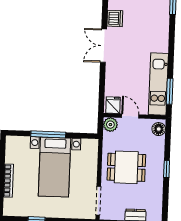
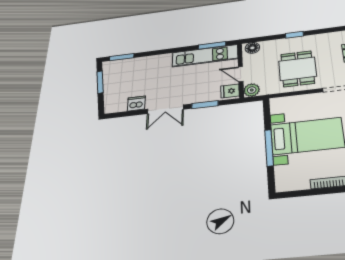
window: (102, 82) -> (205, 105), added
door: (130, 116) -> (241, 74), hinge flipped

